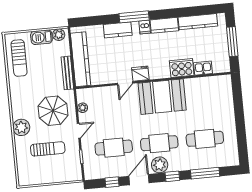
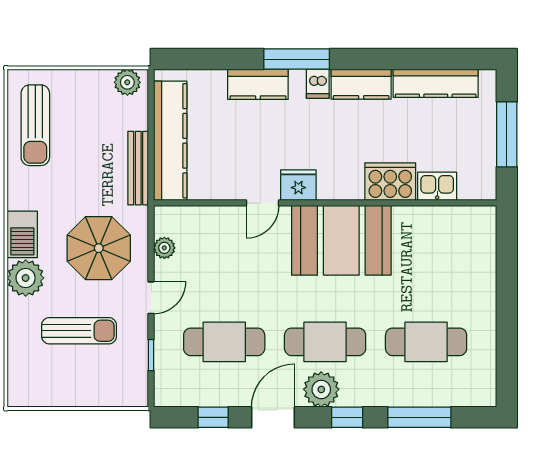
barbecue: (41, 37) -> (22, 234), moved, turned -90

